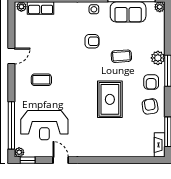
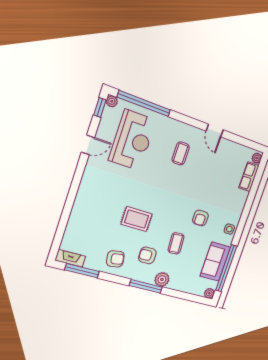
armchair: (151, 82) -> (147, 255), moved
rug: (110, 99) -> (137, 219), width x0.73, depth x0.70
reception desk: (44, 125) -> (132, 140), turned 180

